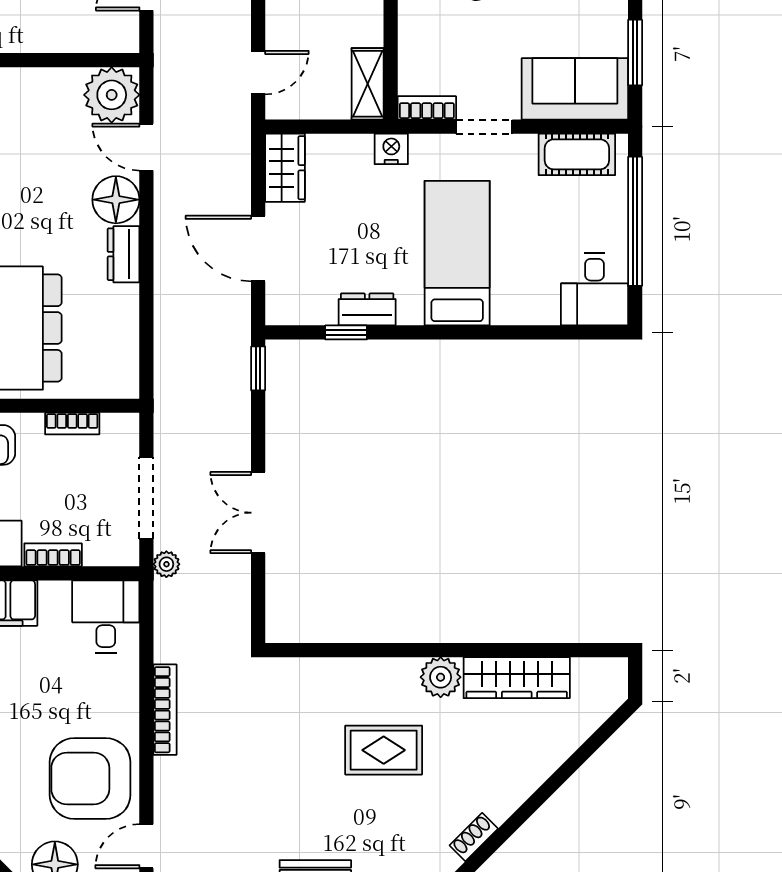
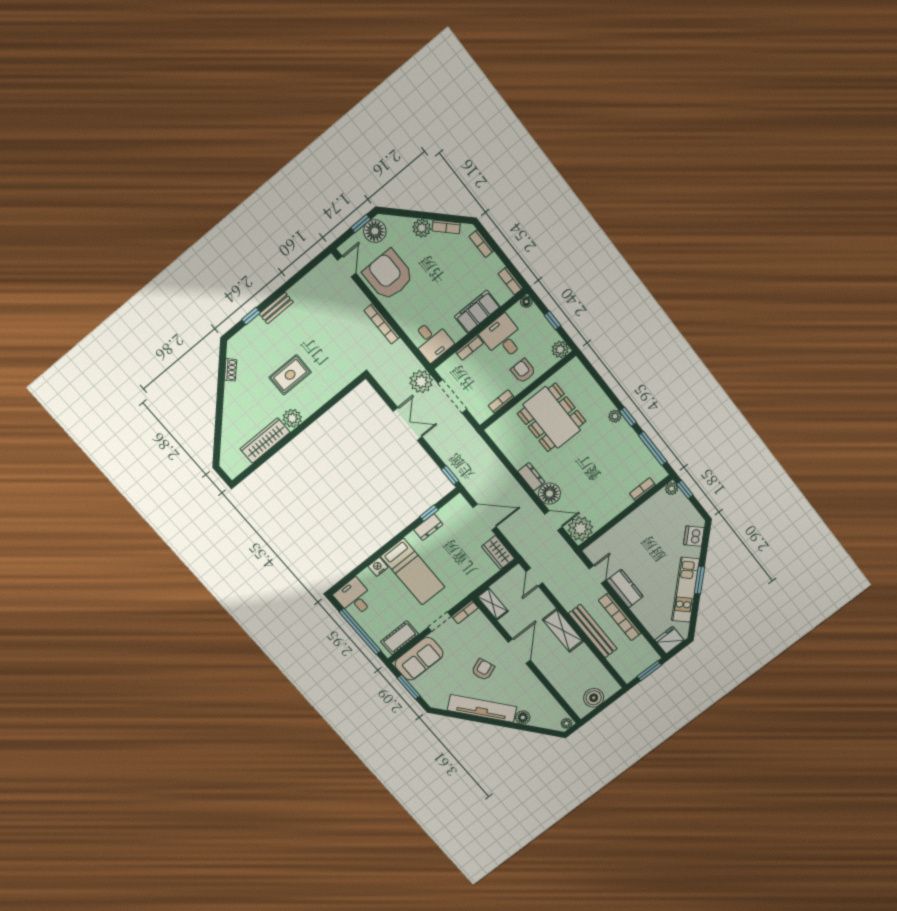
nightstand: (391, 149) -> (378, 567), moved, turned 180
plant: (166, 564) -> (421, 382), width x1.88, depth x1.88
armchair: (90, 778) -> (388, 275), turned -90

